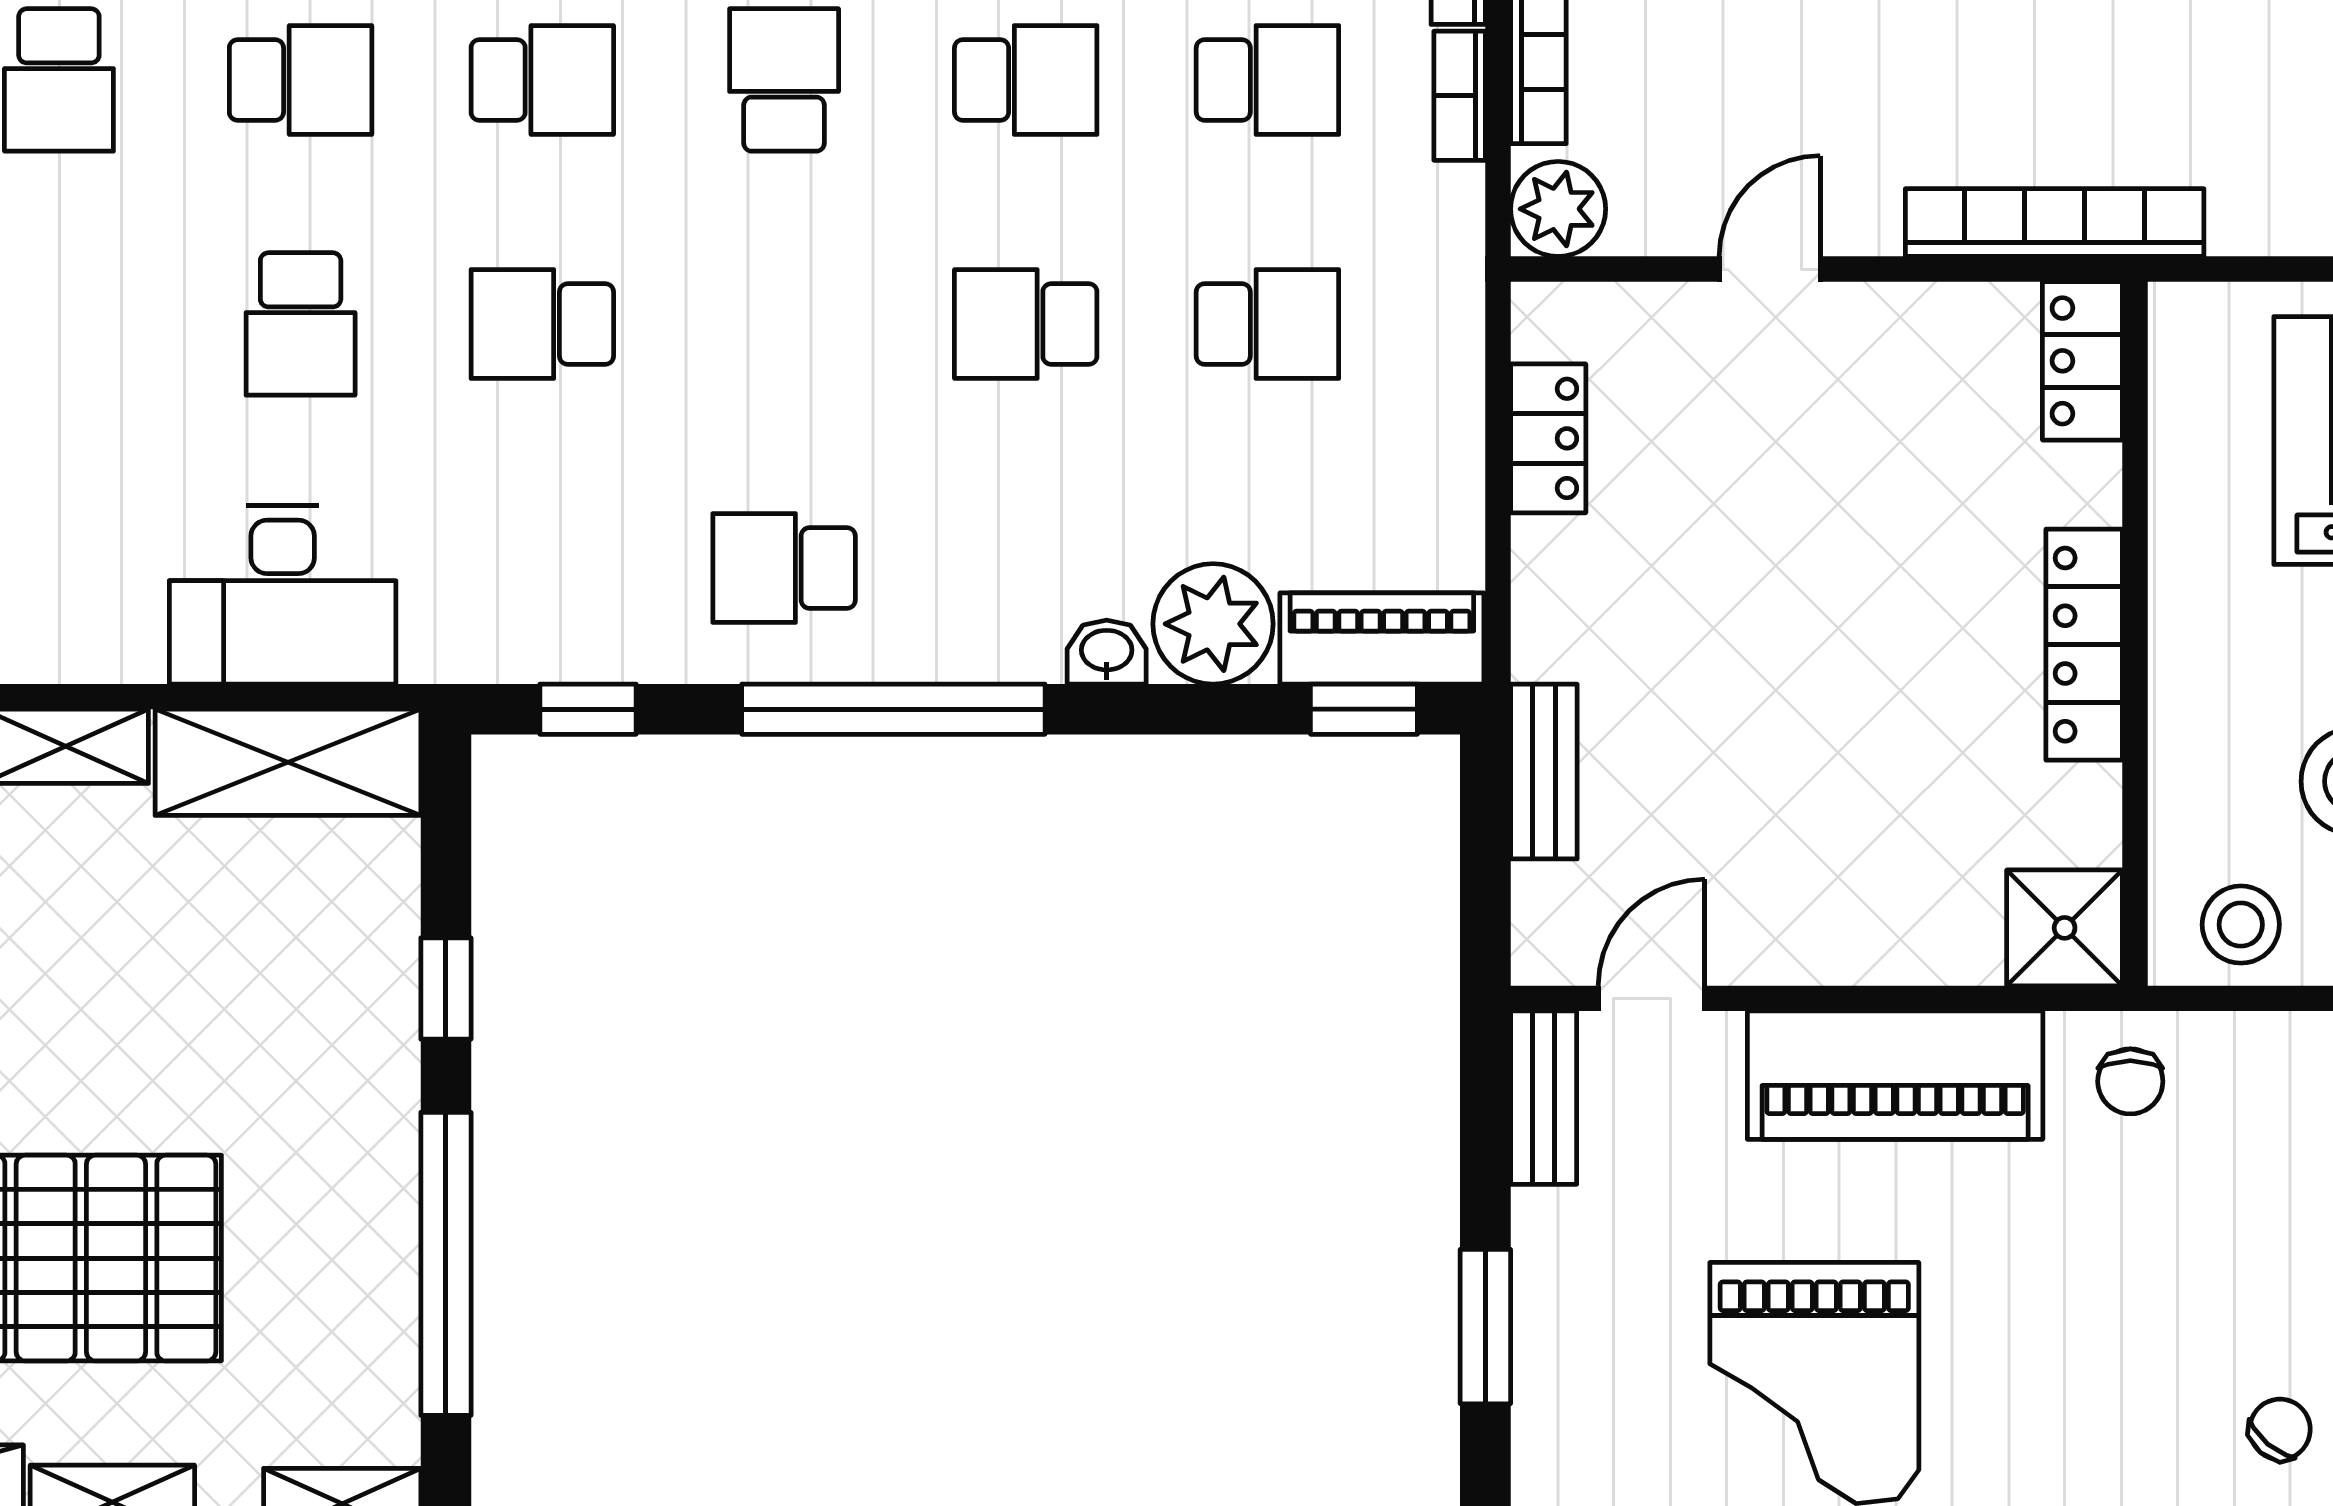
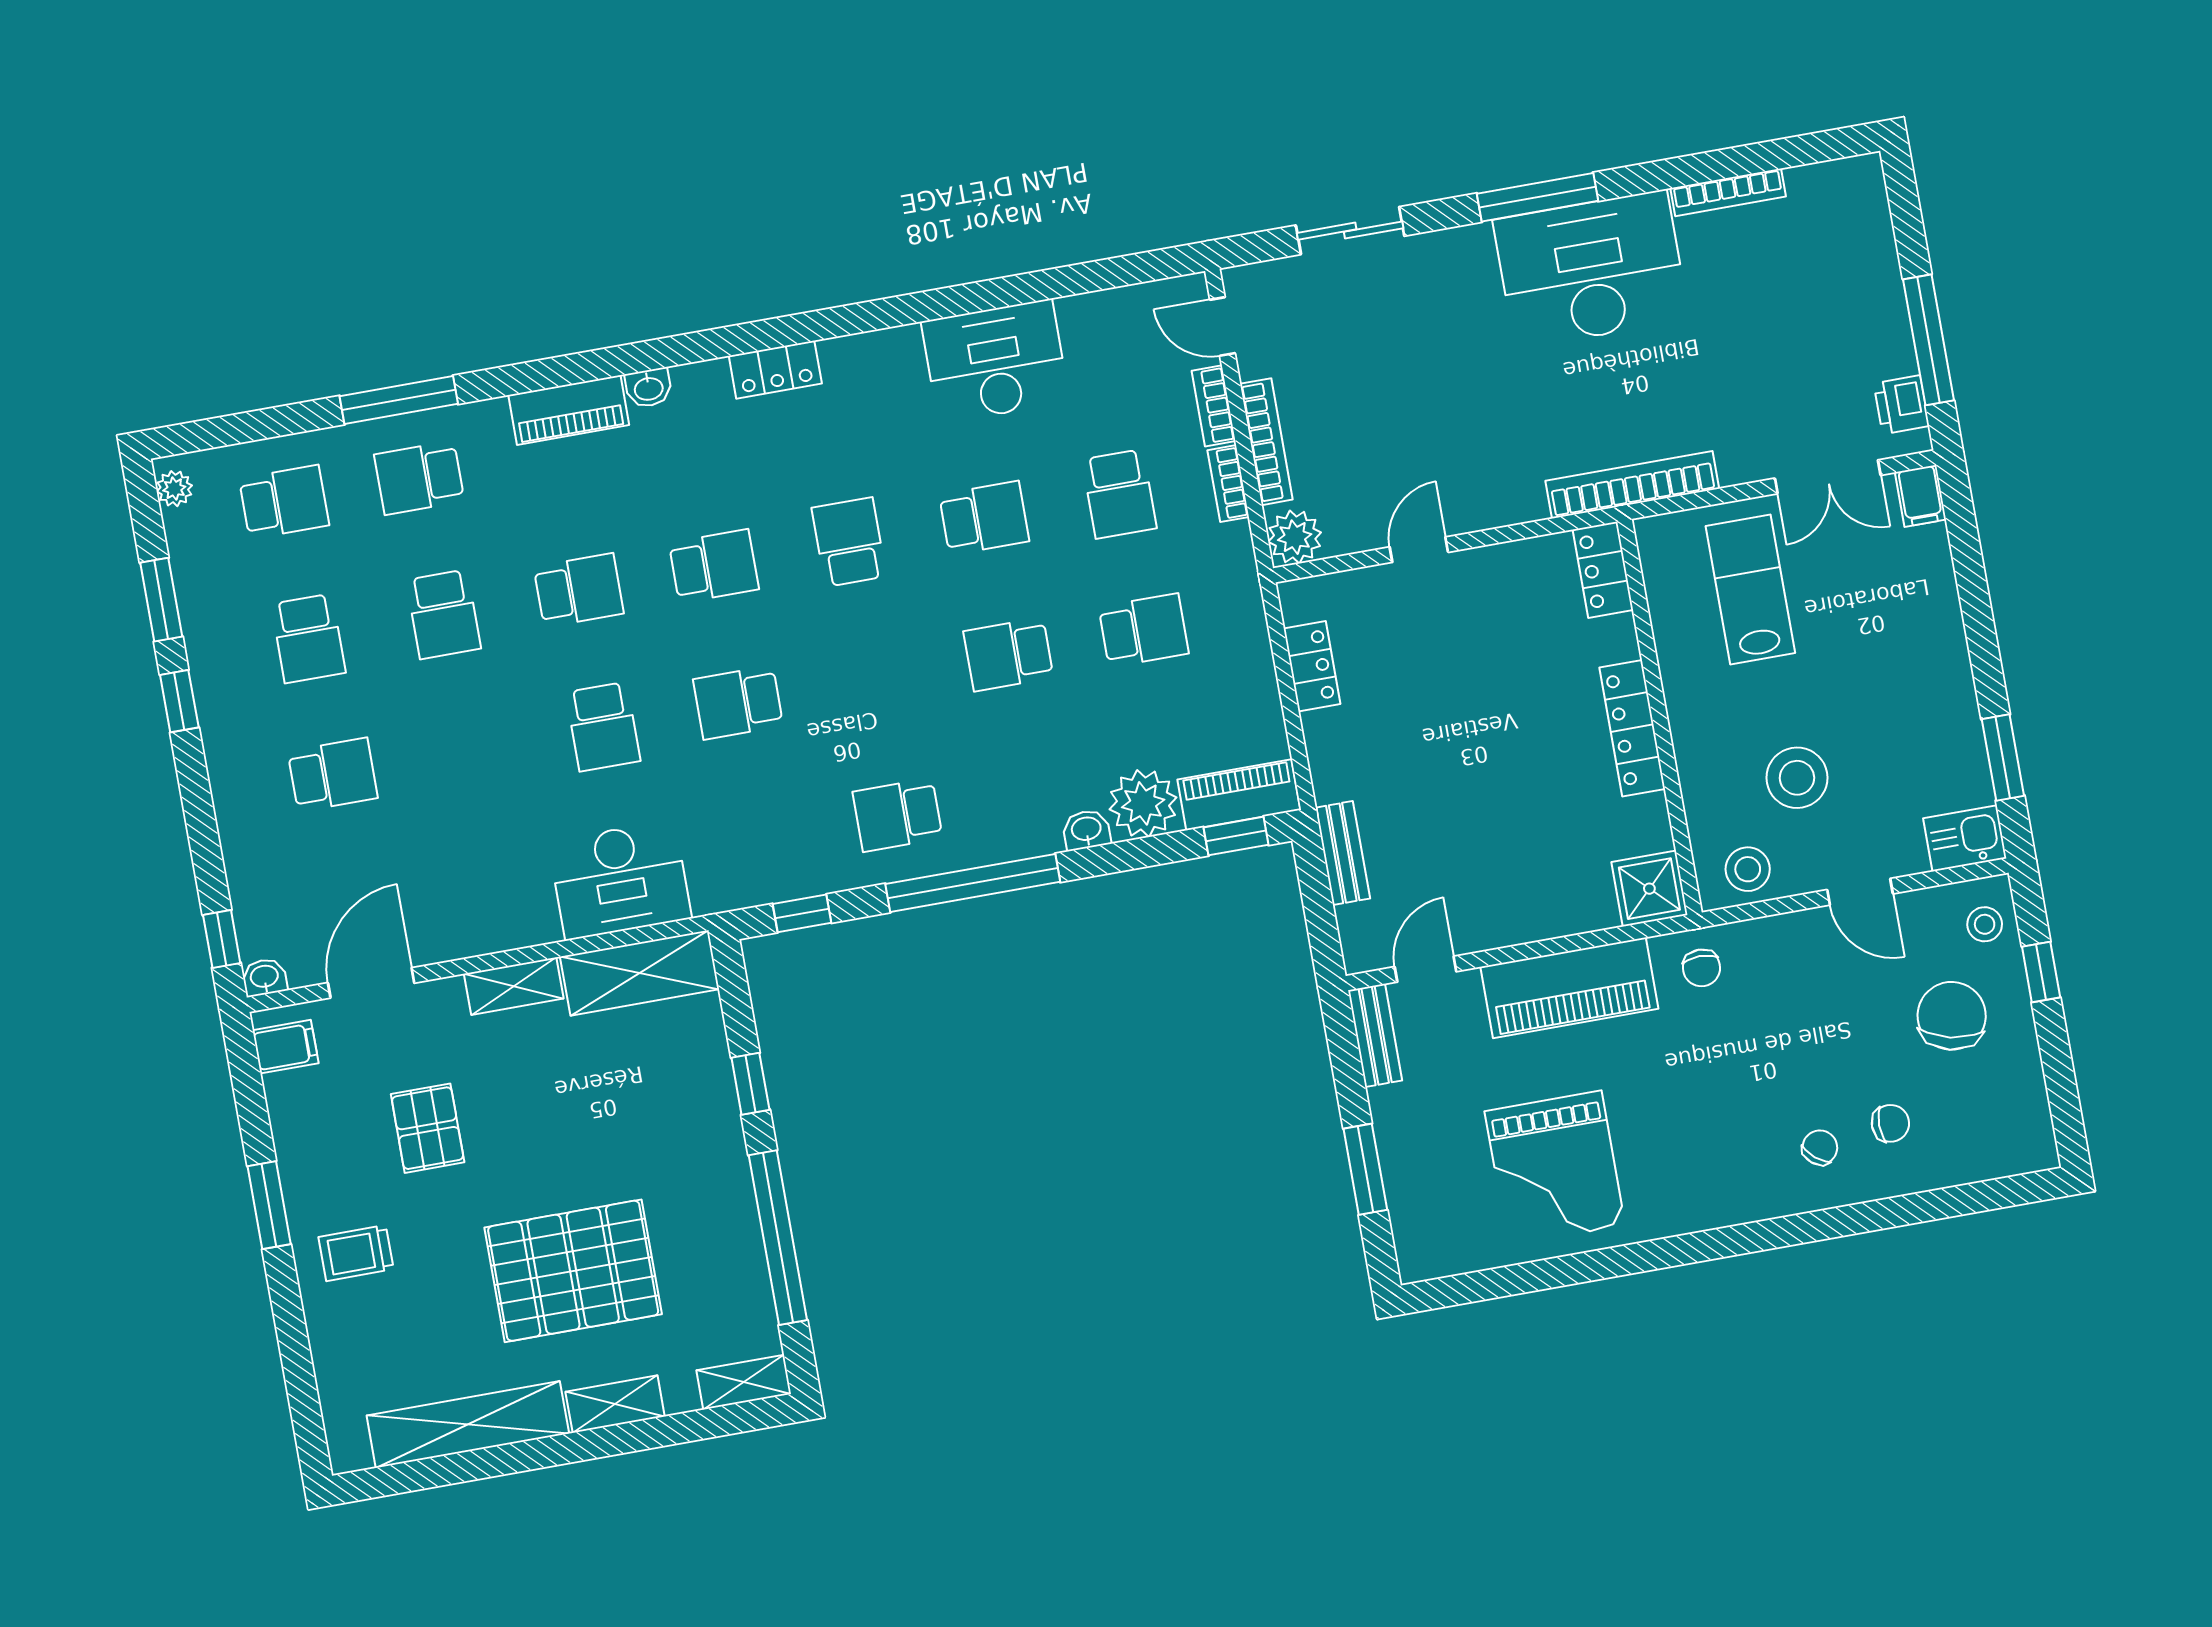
school desk: (1267, 80) -> (1119, 494), turned 90
bookcase: (2055, 223) -> (1632, 485), moved

